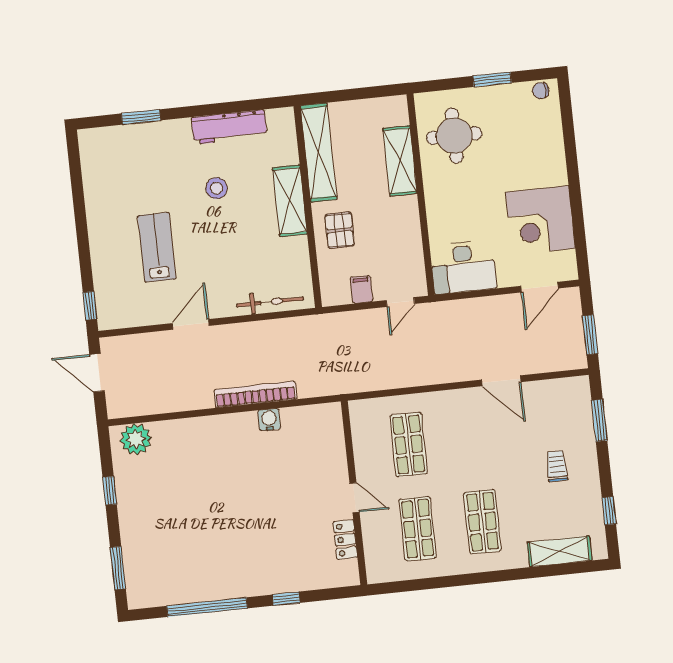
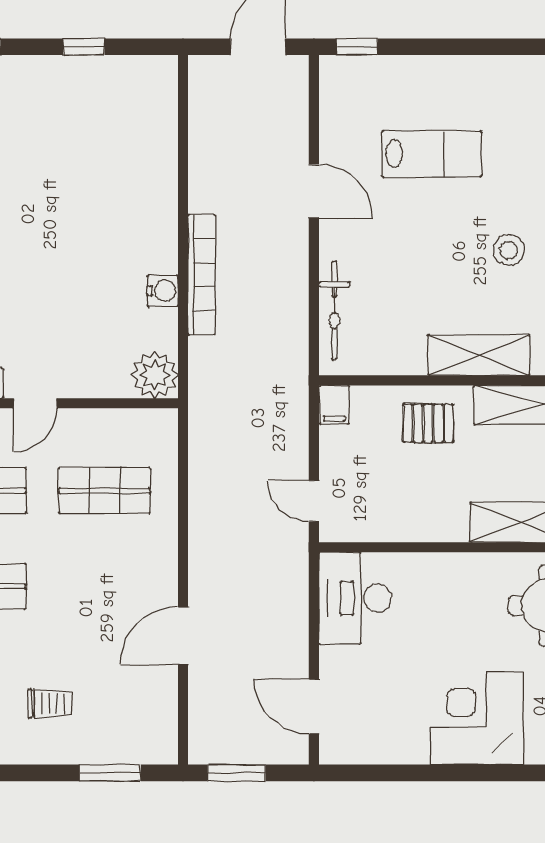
corner desk: (540, 220) -> (477, 718), moved
filing cabinet: (361, 289) -> (334, 405), moved, turned 90
plant: (136, 439) -> (155, 375), moved

